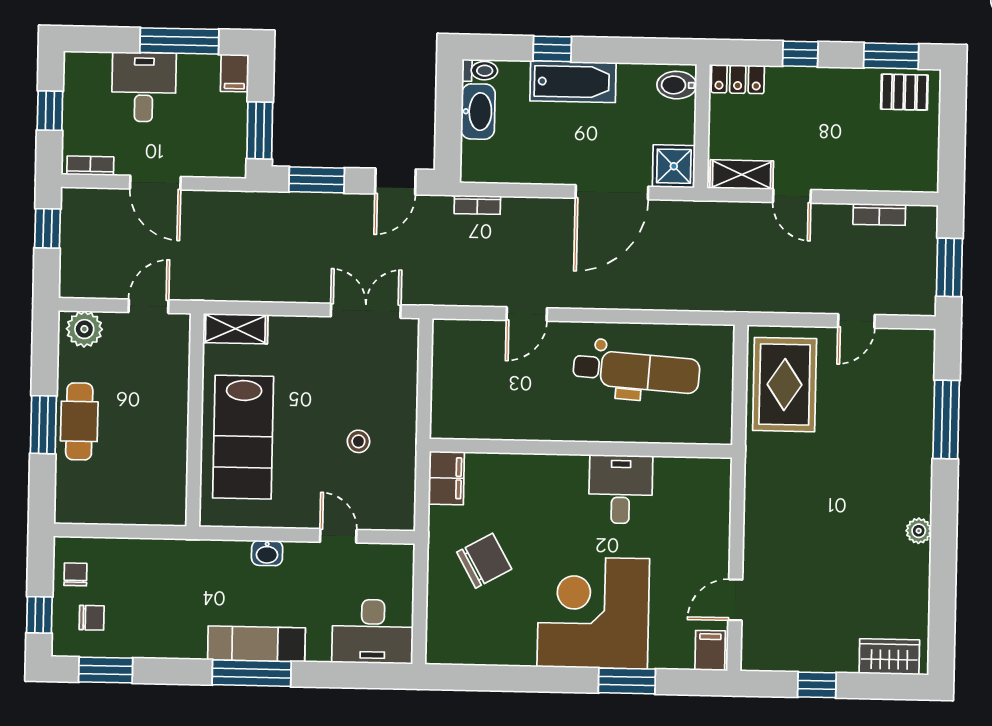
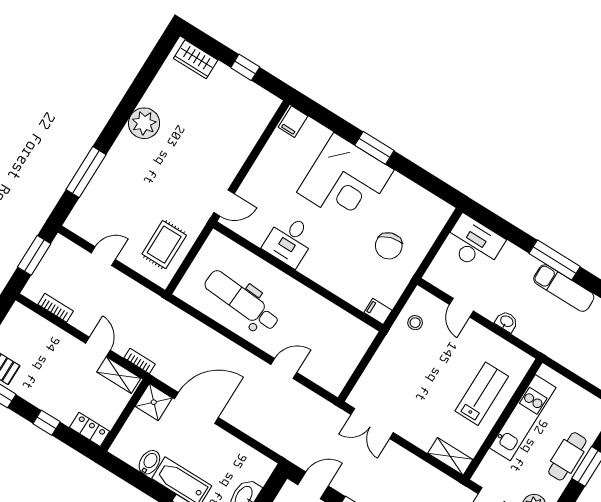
bidet: (677, 85) -> (149, 462), moved, turned -90
bookcase: (477, 205) -> (140, 361), moved
rug: (785, 385) -> (164, 245), width x0.73, depth x0.70
lab bench: (243, 437) -> (482, 394), width x0.73, depth x0.72
kitchen unit: (169, 438) -> (523, 418), added
stool: (358, 441) -> (415, 323), moved
filing cabinet: (446, 478) -> (378, 311), width x0.50
plant: (919, 531) -> (144, 123), width x1.87, depth x1.87
chair: (484, 561) -> (389, 246), turned -78
door: (735, 600) -> (224, 203), moved
exam couch: (256, 644) -> (564, 288), moved
window: (627, 681) -> (374, 148), moved

